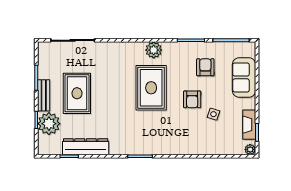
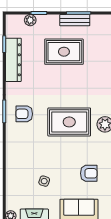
bench: (44, 95) -> (75, 20), moved
armchair: (192, 99) -> (24, 114), moved
plant: (49, 124) -> (30, 20), width x0.53, depth x0.53

